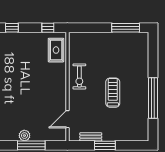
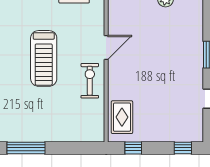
treadmill: (113, 93) -> (44, 58), width x1.37, depth x1.38
door: (67, 119) -> (106, 48), moved

